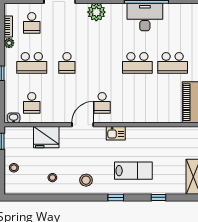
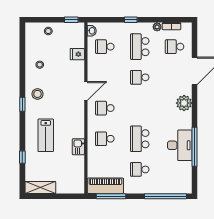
school desk: (173, 63) -> (140, 169), width x0.54
school desk: (137, 103) -> (105, 139), added
door: (83, 125) -> (86, 91), hinge flipped
kitchen sink: (116, 133) -> (78, 147), moved
fridge: (46, 137) -> (77, 54), width x0.53, depth x0.75
window: (116, 197) -> (22, 104), moved

